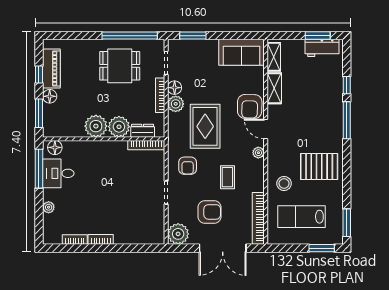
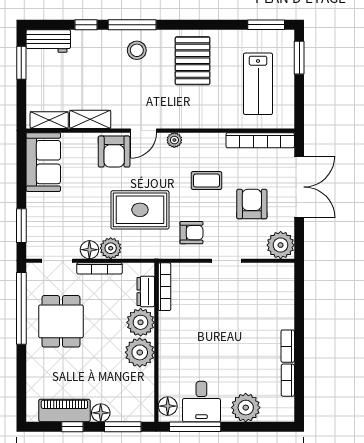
workbench: (322, 48) -> (48, 41), moved, turned 90
armchair: (250, 106) -> (114, 152), turned 89
stool: (284, 183) -> (137, 50), moved
plant: (49, 207) -> (246, 408), width x1.88, depth x1.88

